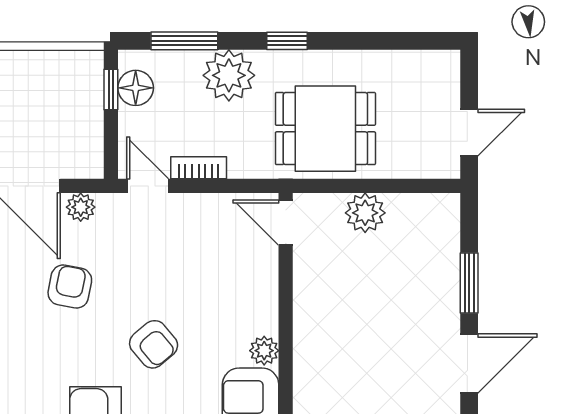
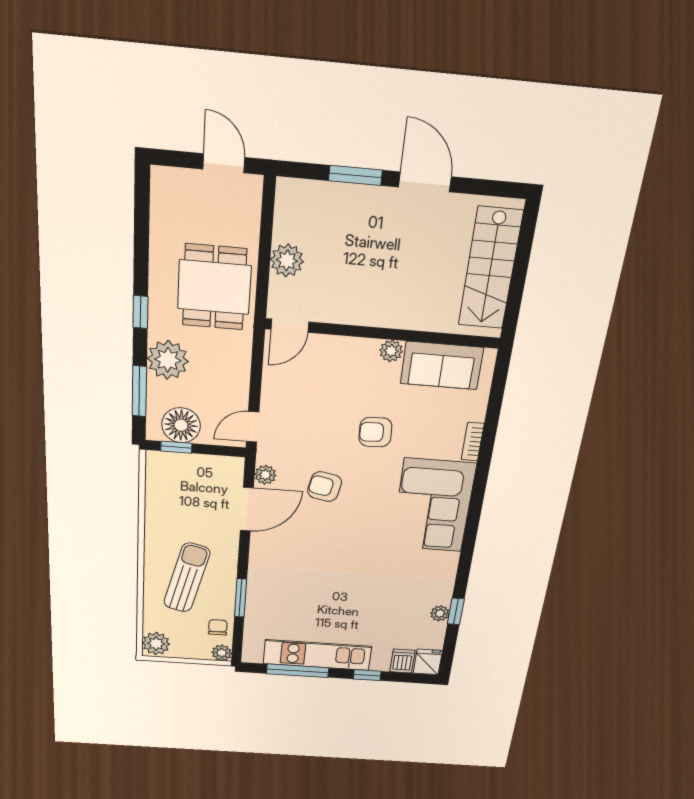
floor lamp: (136, 88) -> (181, 425), width x1.38, depth x1.38
bookcase: (199, 168) -> (241, 389), removed
armchair: (154, 344) -> (375, 432), turned -142

